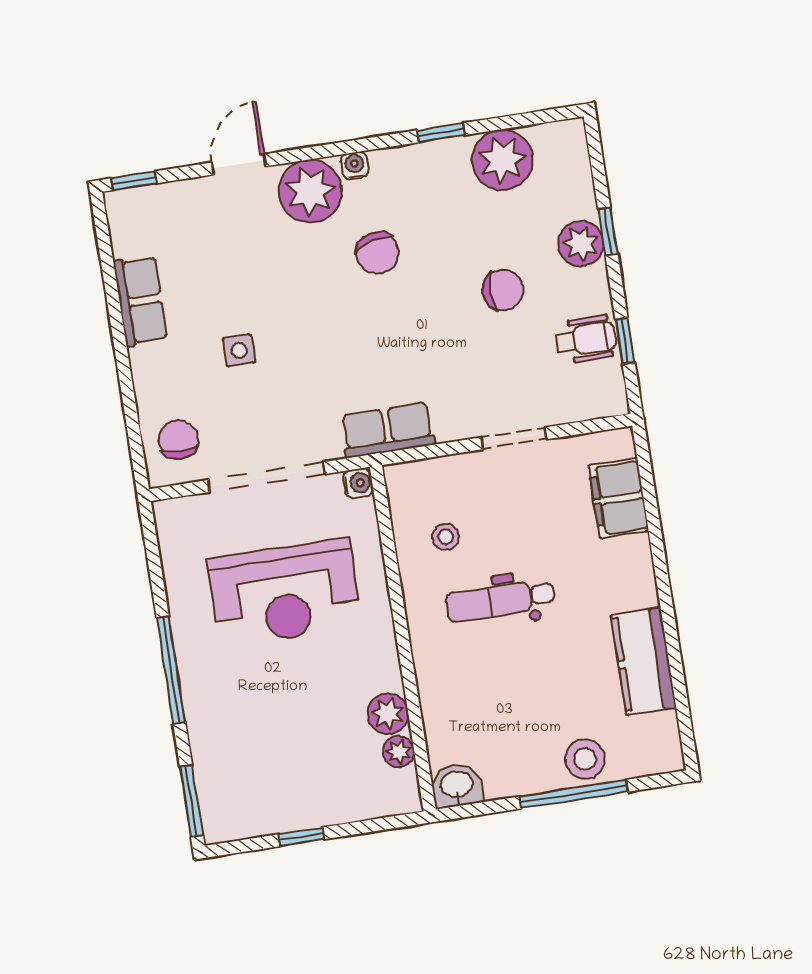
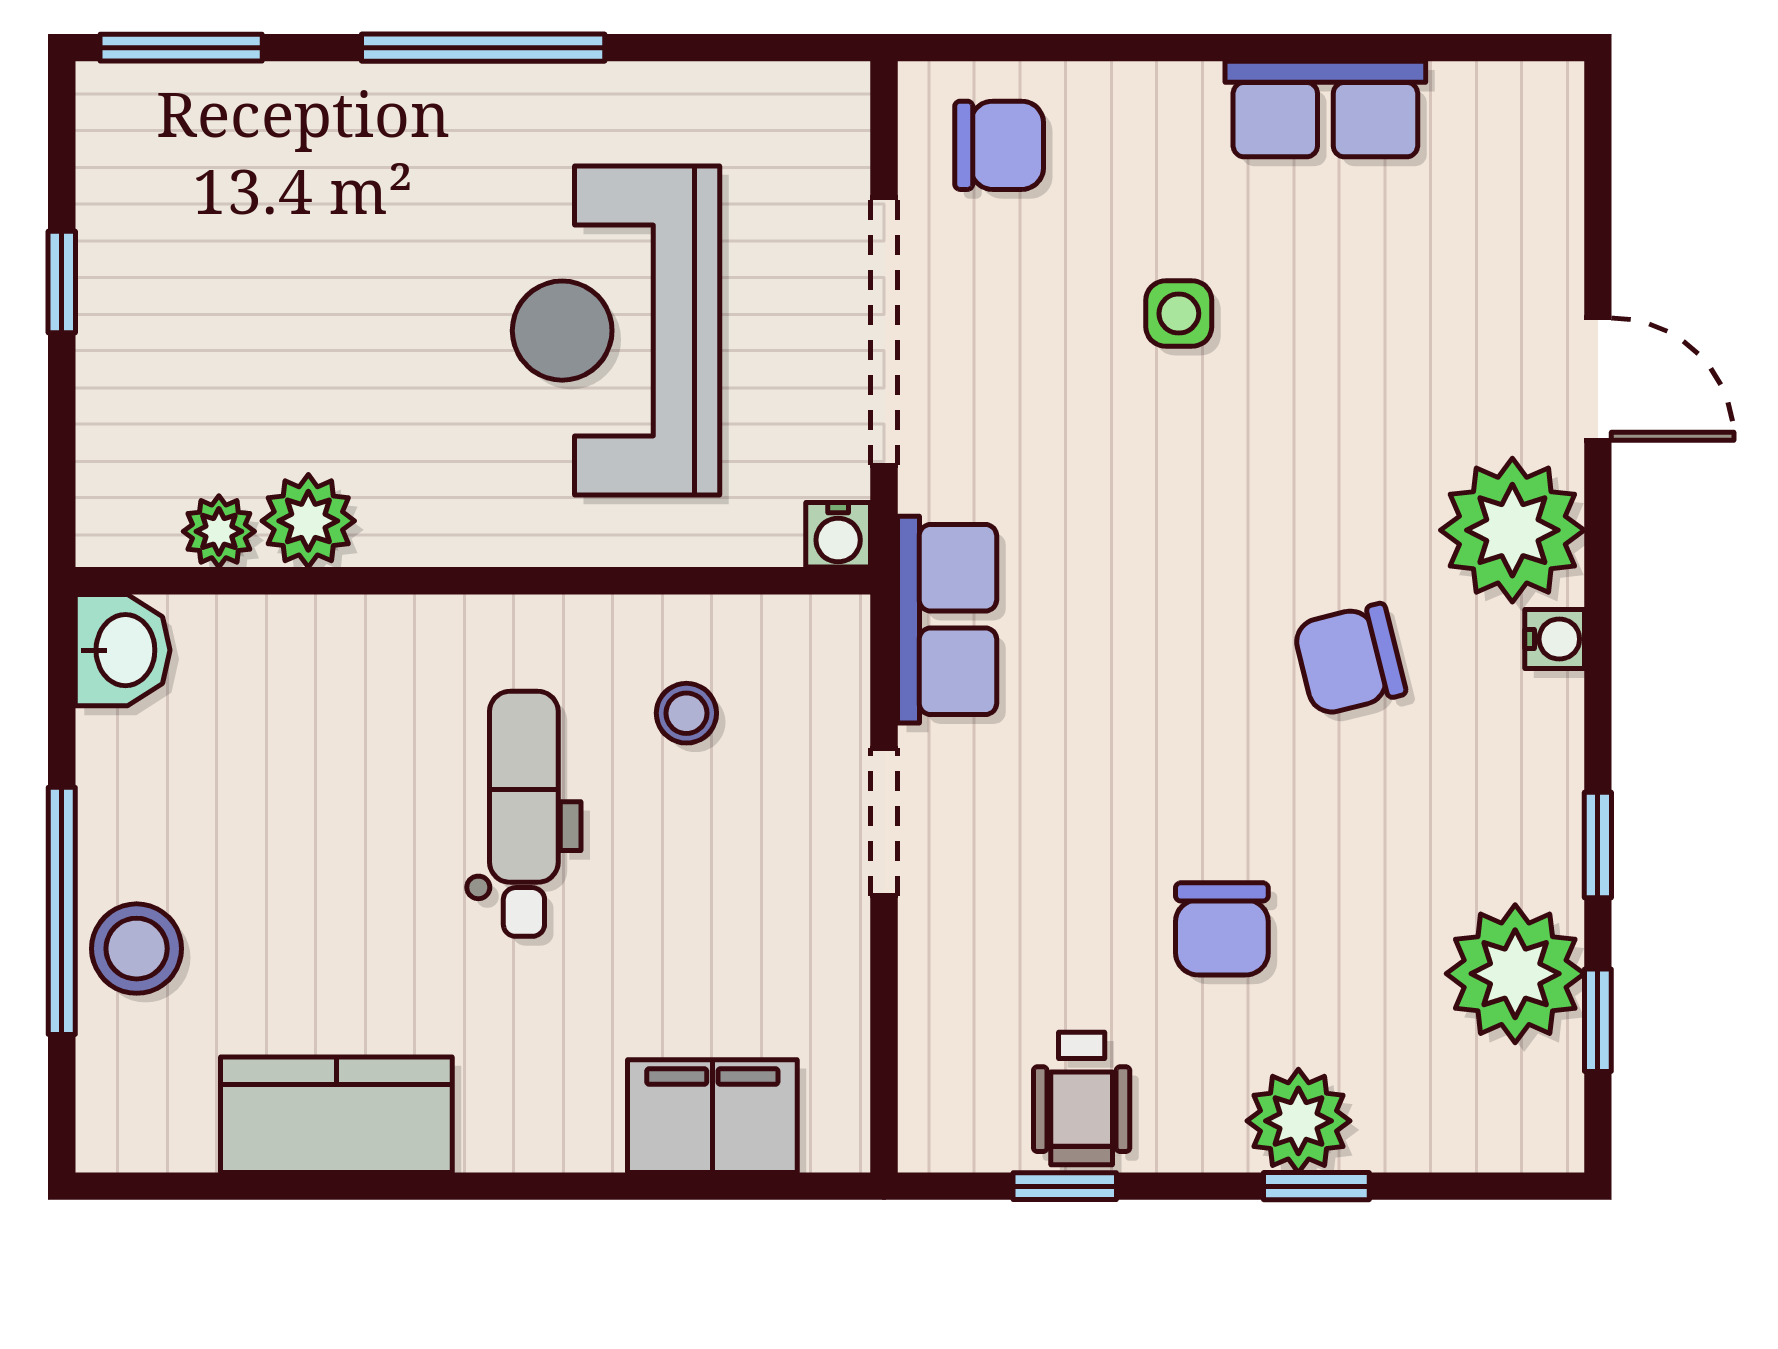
window: (134, 181) -> (1598, 1020), moved
doorway: (514, 438) -> (884, 822), moved

